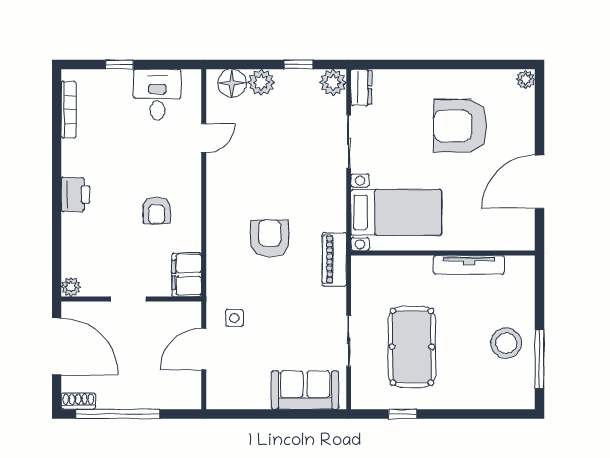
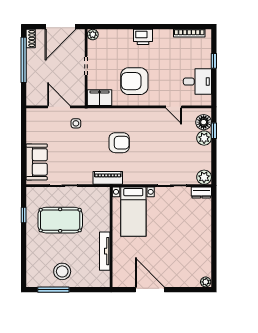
window: (298, 64) -> (214, 131), moved
armchair: (460, 126) -> (180, 246), removed
armchair: (157, 210) -> (134, 81), width x1.88, depth x1.88

